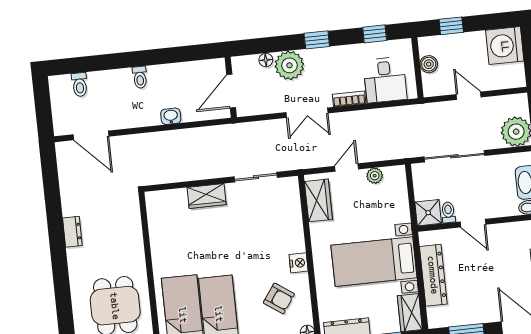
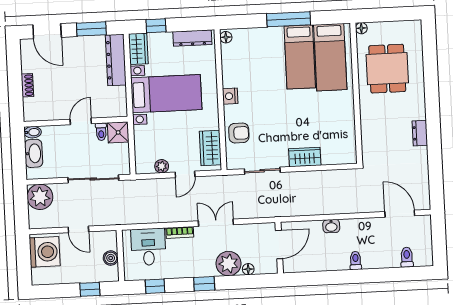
washing machine: (505, 46) -> (45, 252), moved
door: (473, 223) -> (81, 121), hinge flipped
dresser: (433, 275) -> (116, 60), moved
armchair: (279, 298) -> (239, 133), moved, turned 145

